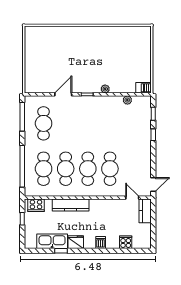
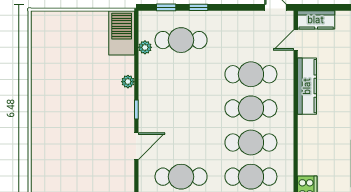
barbecue: (144, 88) -> (122, 33), width x1.88, depth x1.53
door: (63, 94) -> (136, 146), swing flipped
cafe table: (132, 123) -> (181, 40), added
kitchen counter: (71, 205) -> (307, 86), moved

